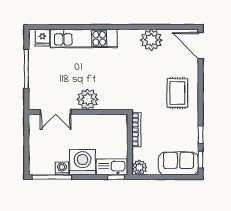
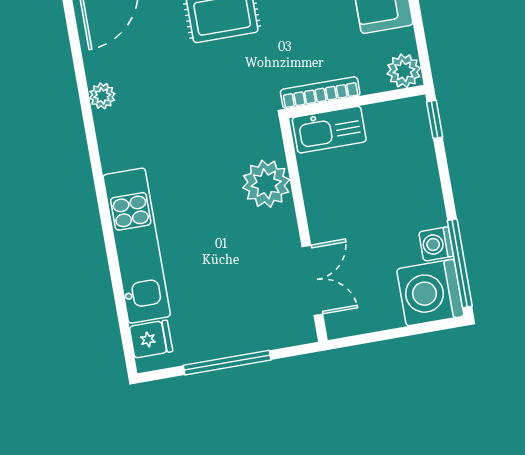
plant: (151, 40) -> (102, 96), width x0.53, depth x0.53
plant: (88, 99) -> (266, 184), moved
washing machine: (83, 162) -> (430, 293), moved
kitchen sink: (112, 167) -> (329, 130), moved, turned -90

